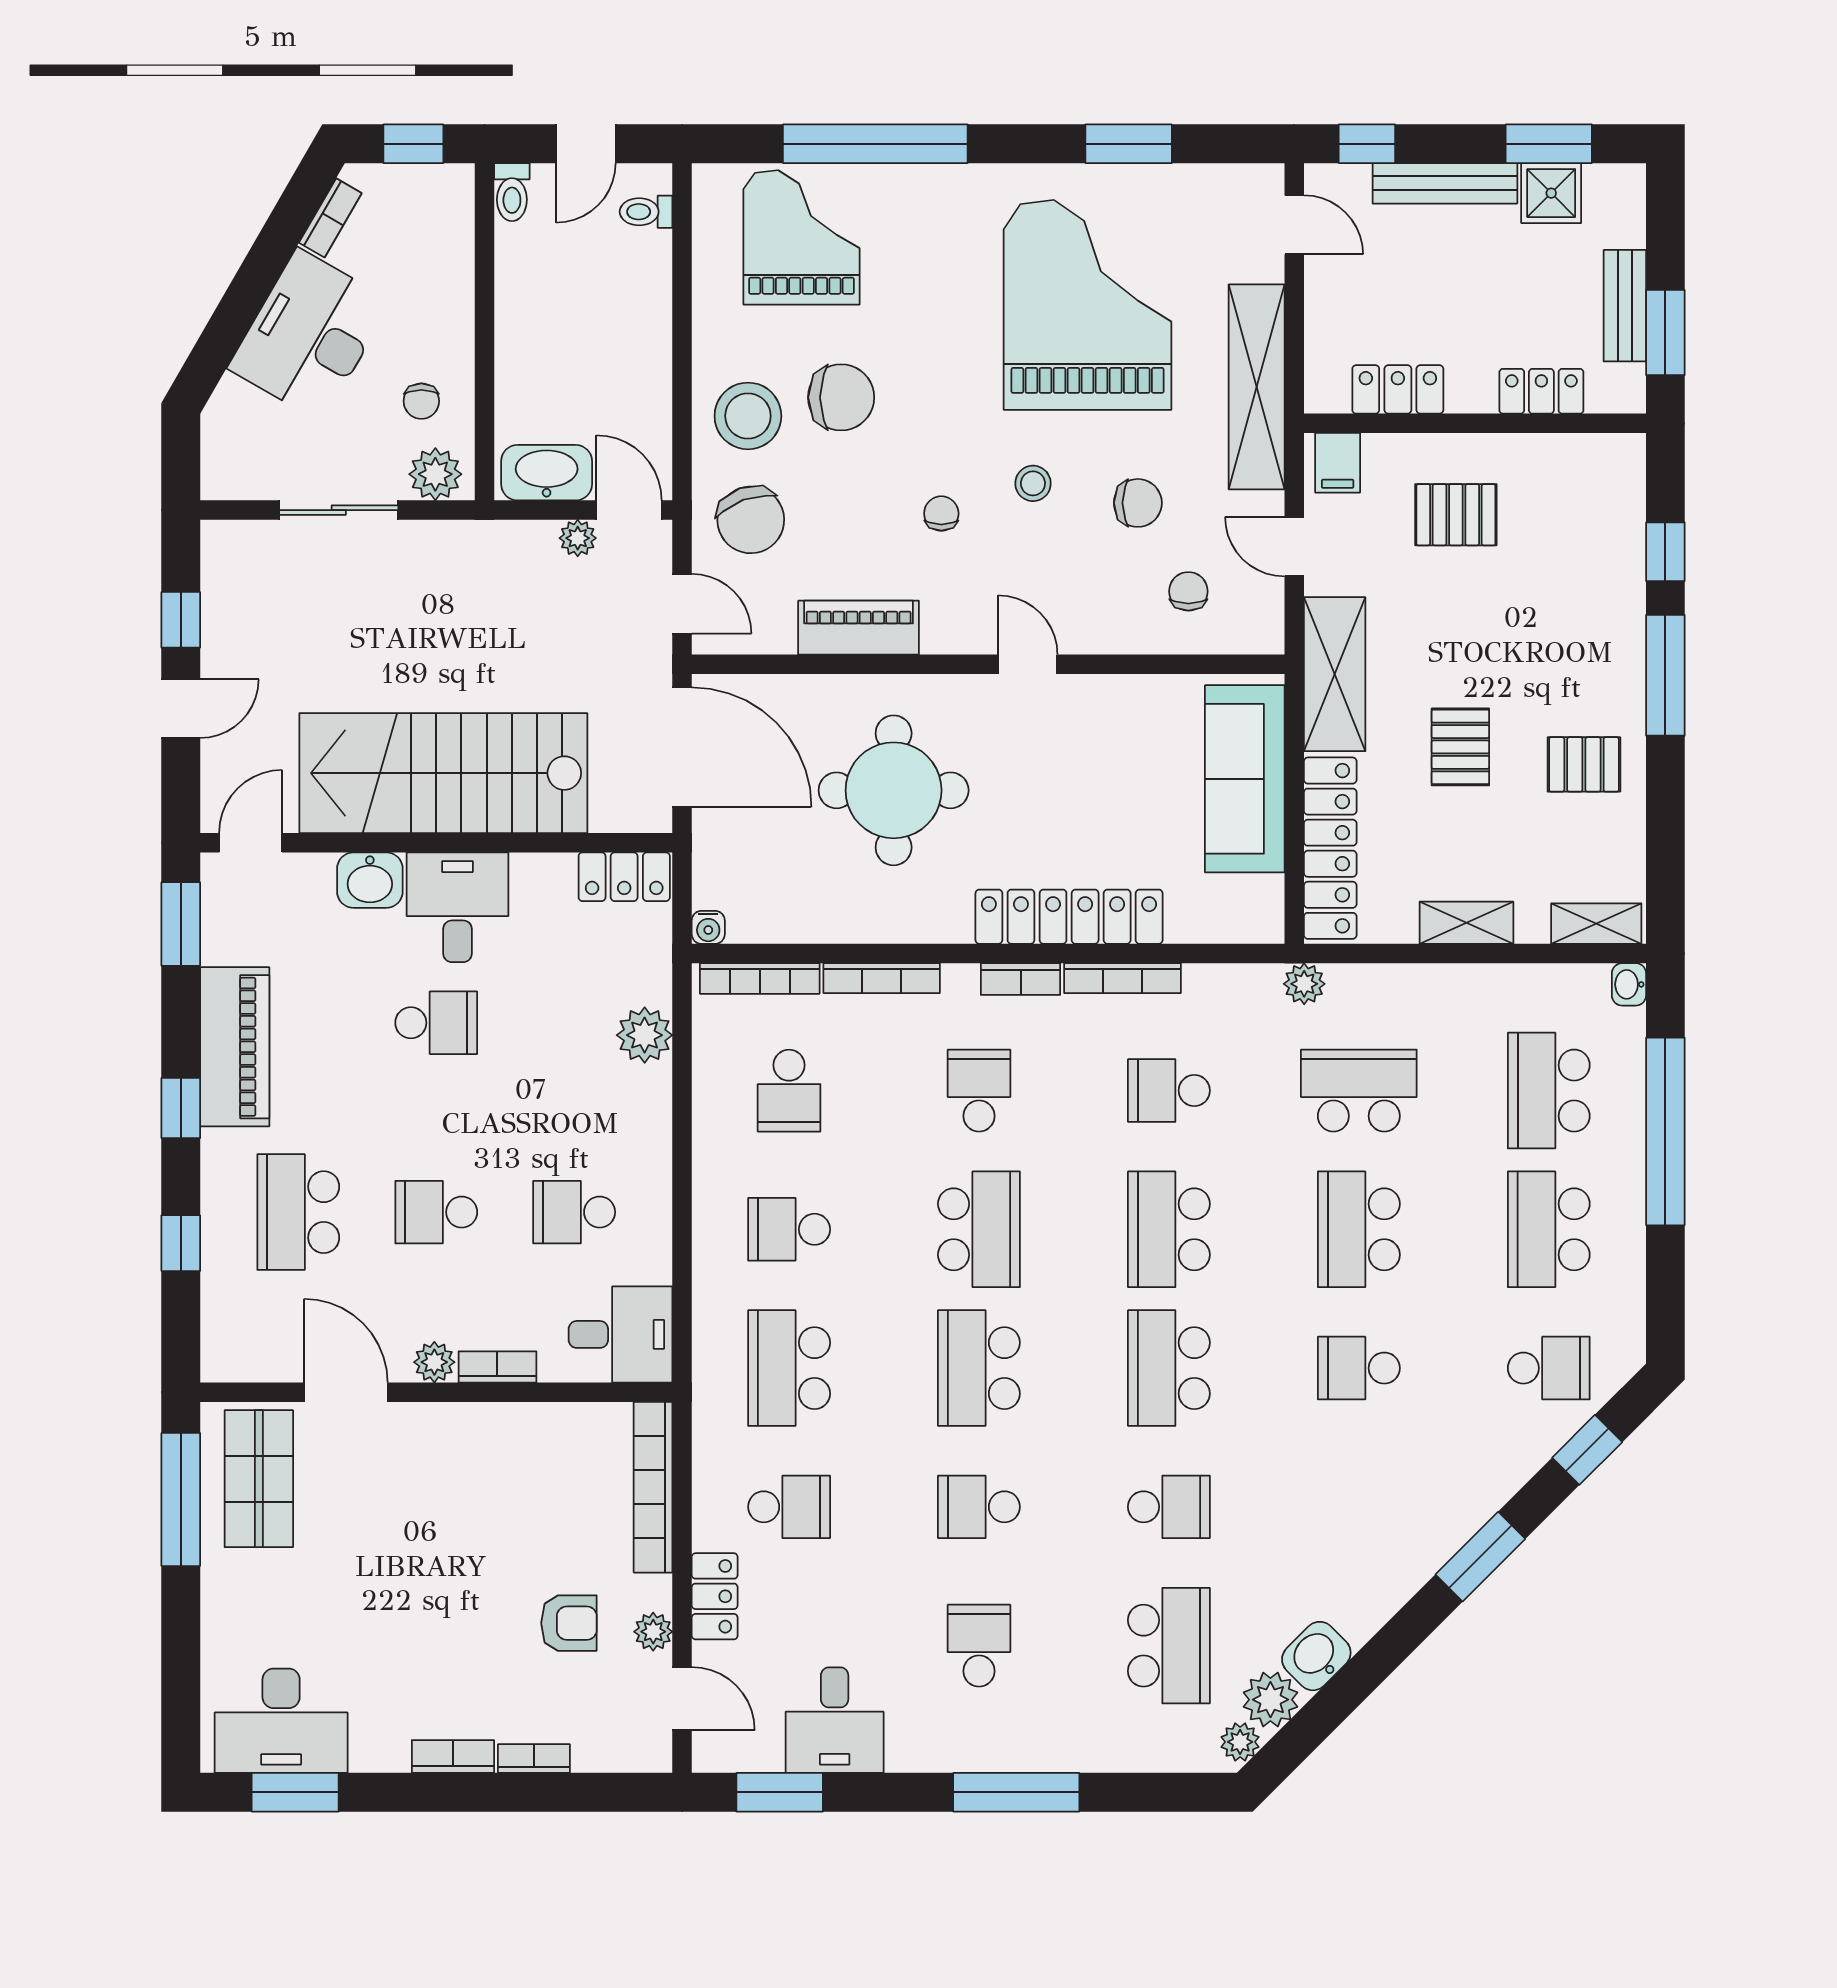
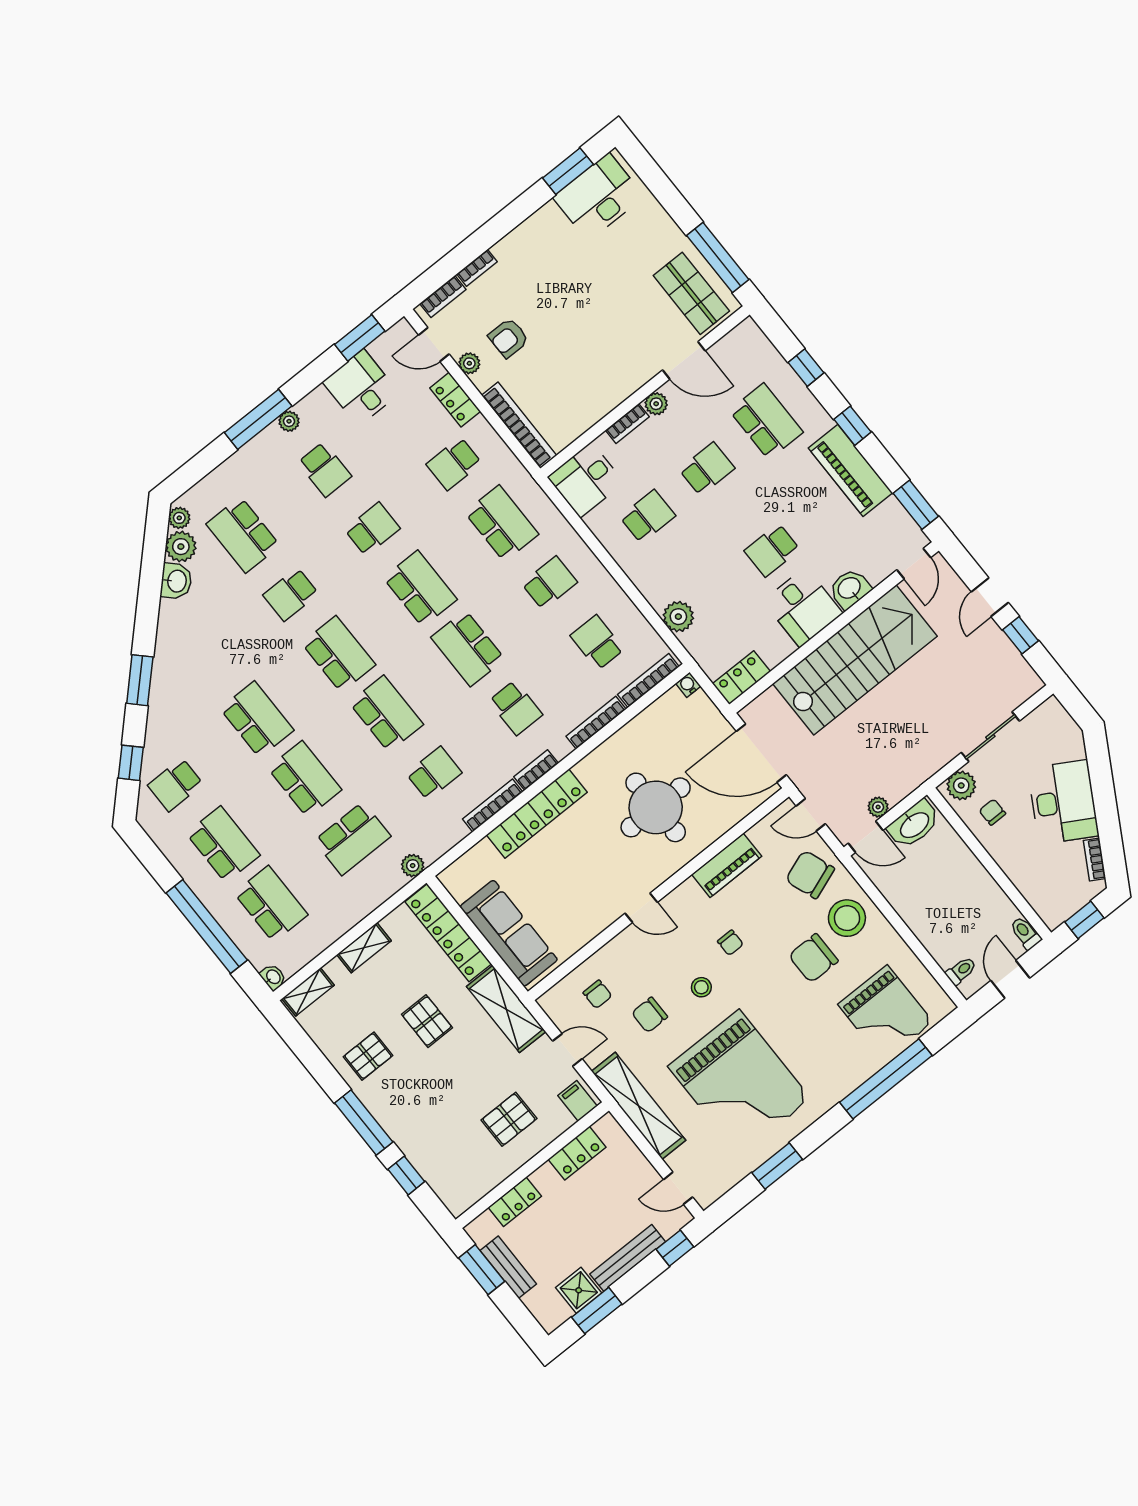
school desk: (1359, 1368) -> (257, 719), width x1.85
plant: (975, 1754) -> (289, 421), added
bookcase: (453, 1757) -> (443, 297), moved

